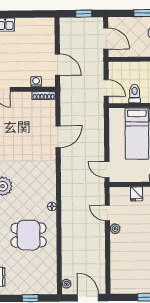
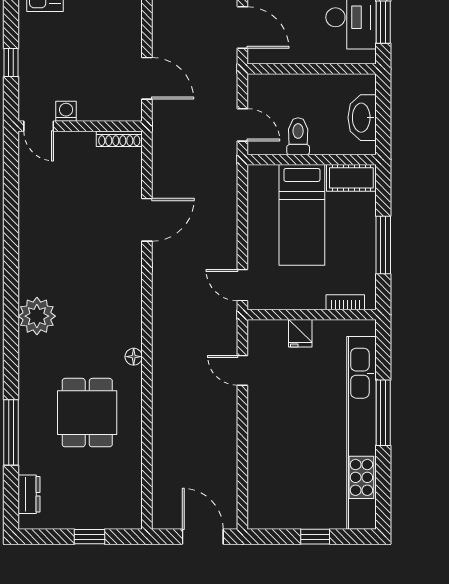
washing machine: (36, 82) -> (66, 111), moved
plant: (115, 229) -> (257, 401), removed
dining table: (29, 235) -> (87, 413), turned 90
plant: (67, 284) -> (161, 509), removed

